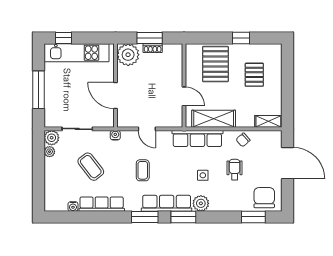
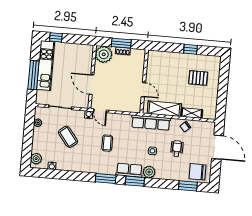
kitchen unit: (77, 53) -> (46, 66), moved, turned -90
pallet: (215, 64) -> (169, 67), removed
pallet: (254, 75) -> (198, 78), turned 90
shelving: (268, 121) -> (192, 113), moved
door: (147, 129) -> (100, 111), moved
plant: (52, 138) -> (36, 159), moved
chair: (264, 198) -> (197, 172), turned -90
row of seats: (167, 203) -> (129, 170), width x0.68
row of seats: (102, 204) -> (74, 166), removed

